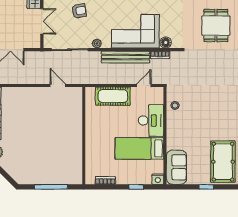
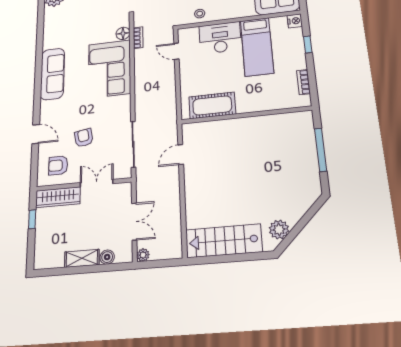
plant: (97, 44) -> (125, 112), removed
bench: (125, 57) -> (141, 76), removed
cot: (113, 96) -> (212, 105), moved, turned 90

